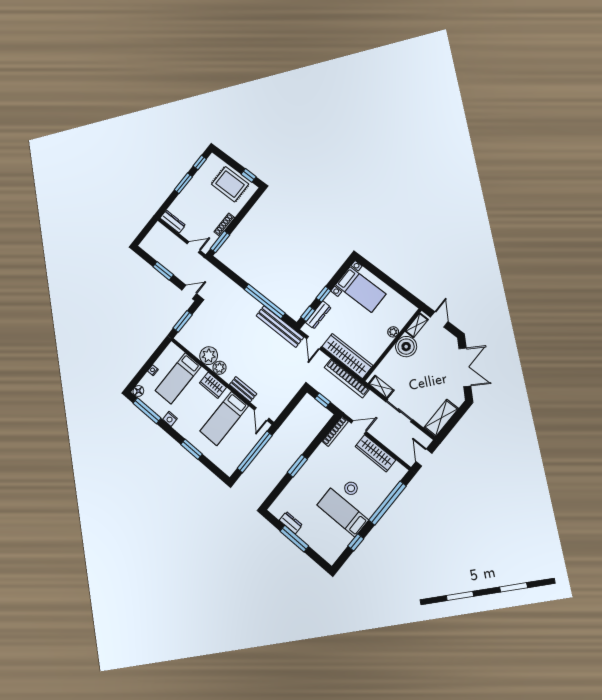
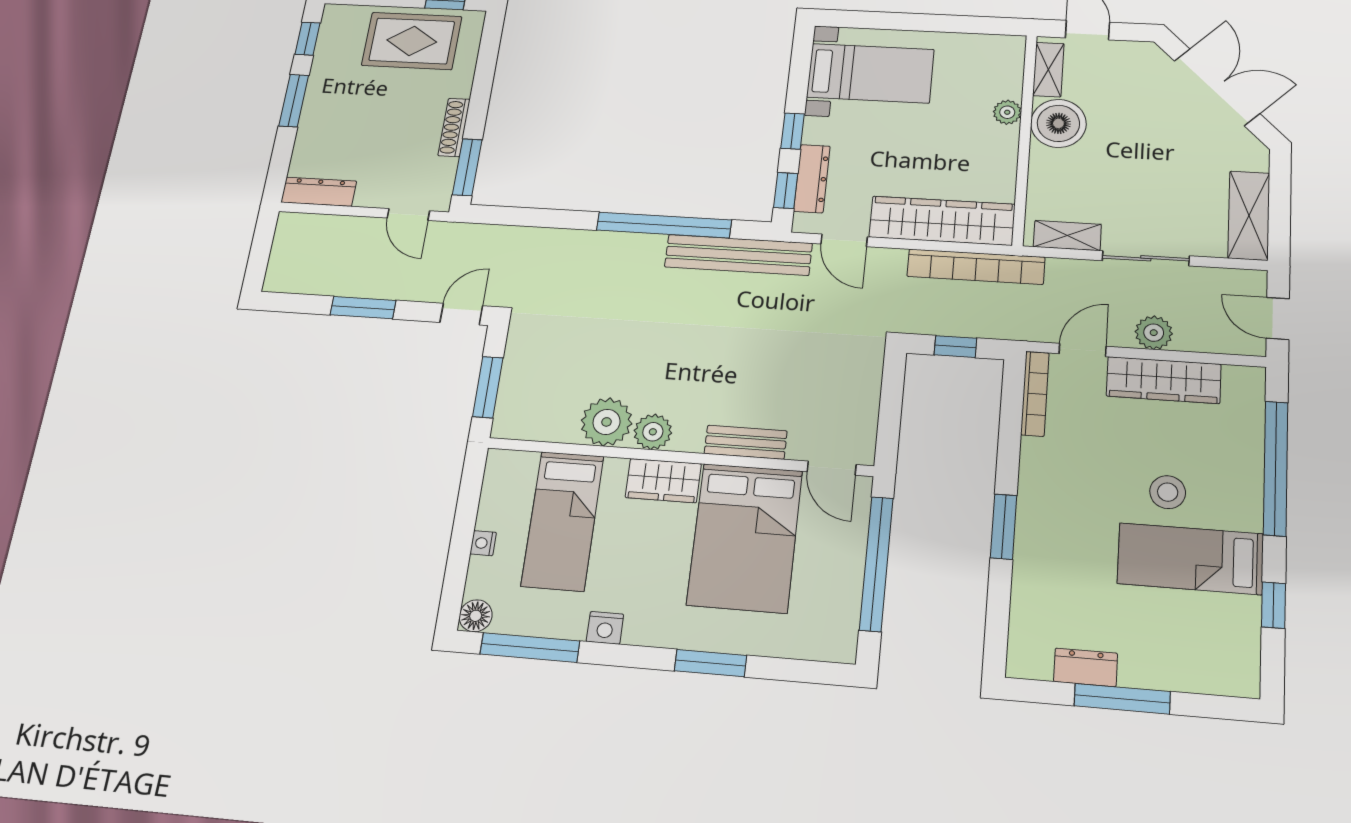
door: (194, 247) -> (408, 214), swing flipped
bed: (224, 419) -> (745, 538), width x1.50
plant: (384, 436) -> (1154, 333), added

